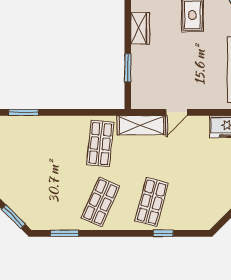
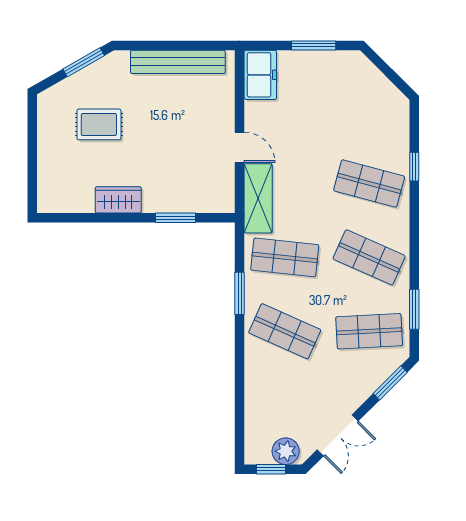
window: (24, 112) -> (240, 293), moved
shop shelf: (49, 144) -> (285, 331), added
shop shelf: (49, 202) -> (369, 331), added

